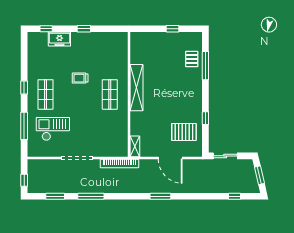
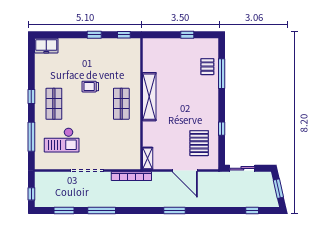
window: (46, 29) -> (124, 35), moved
freezer: (59, 39) -> (46, 46), moved
checkout: (53, 129) -> (62, 140), turned 180
pallet: (184, 132) -> (199, 143), turned 90

